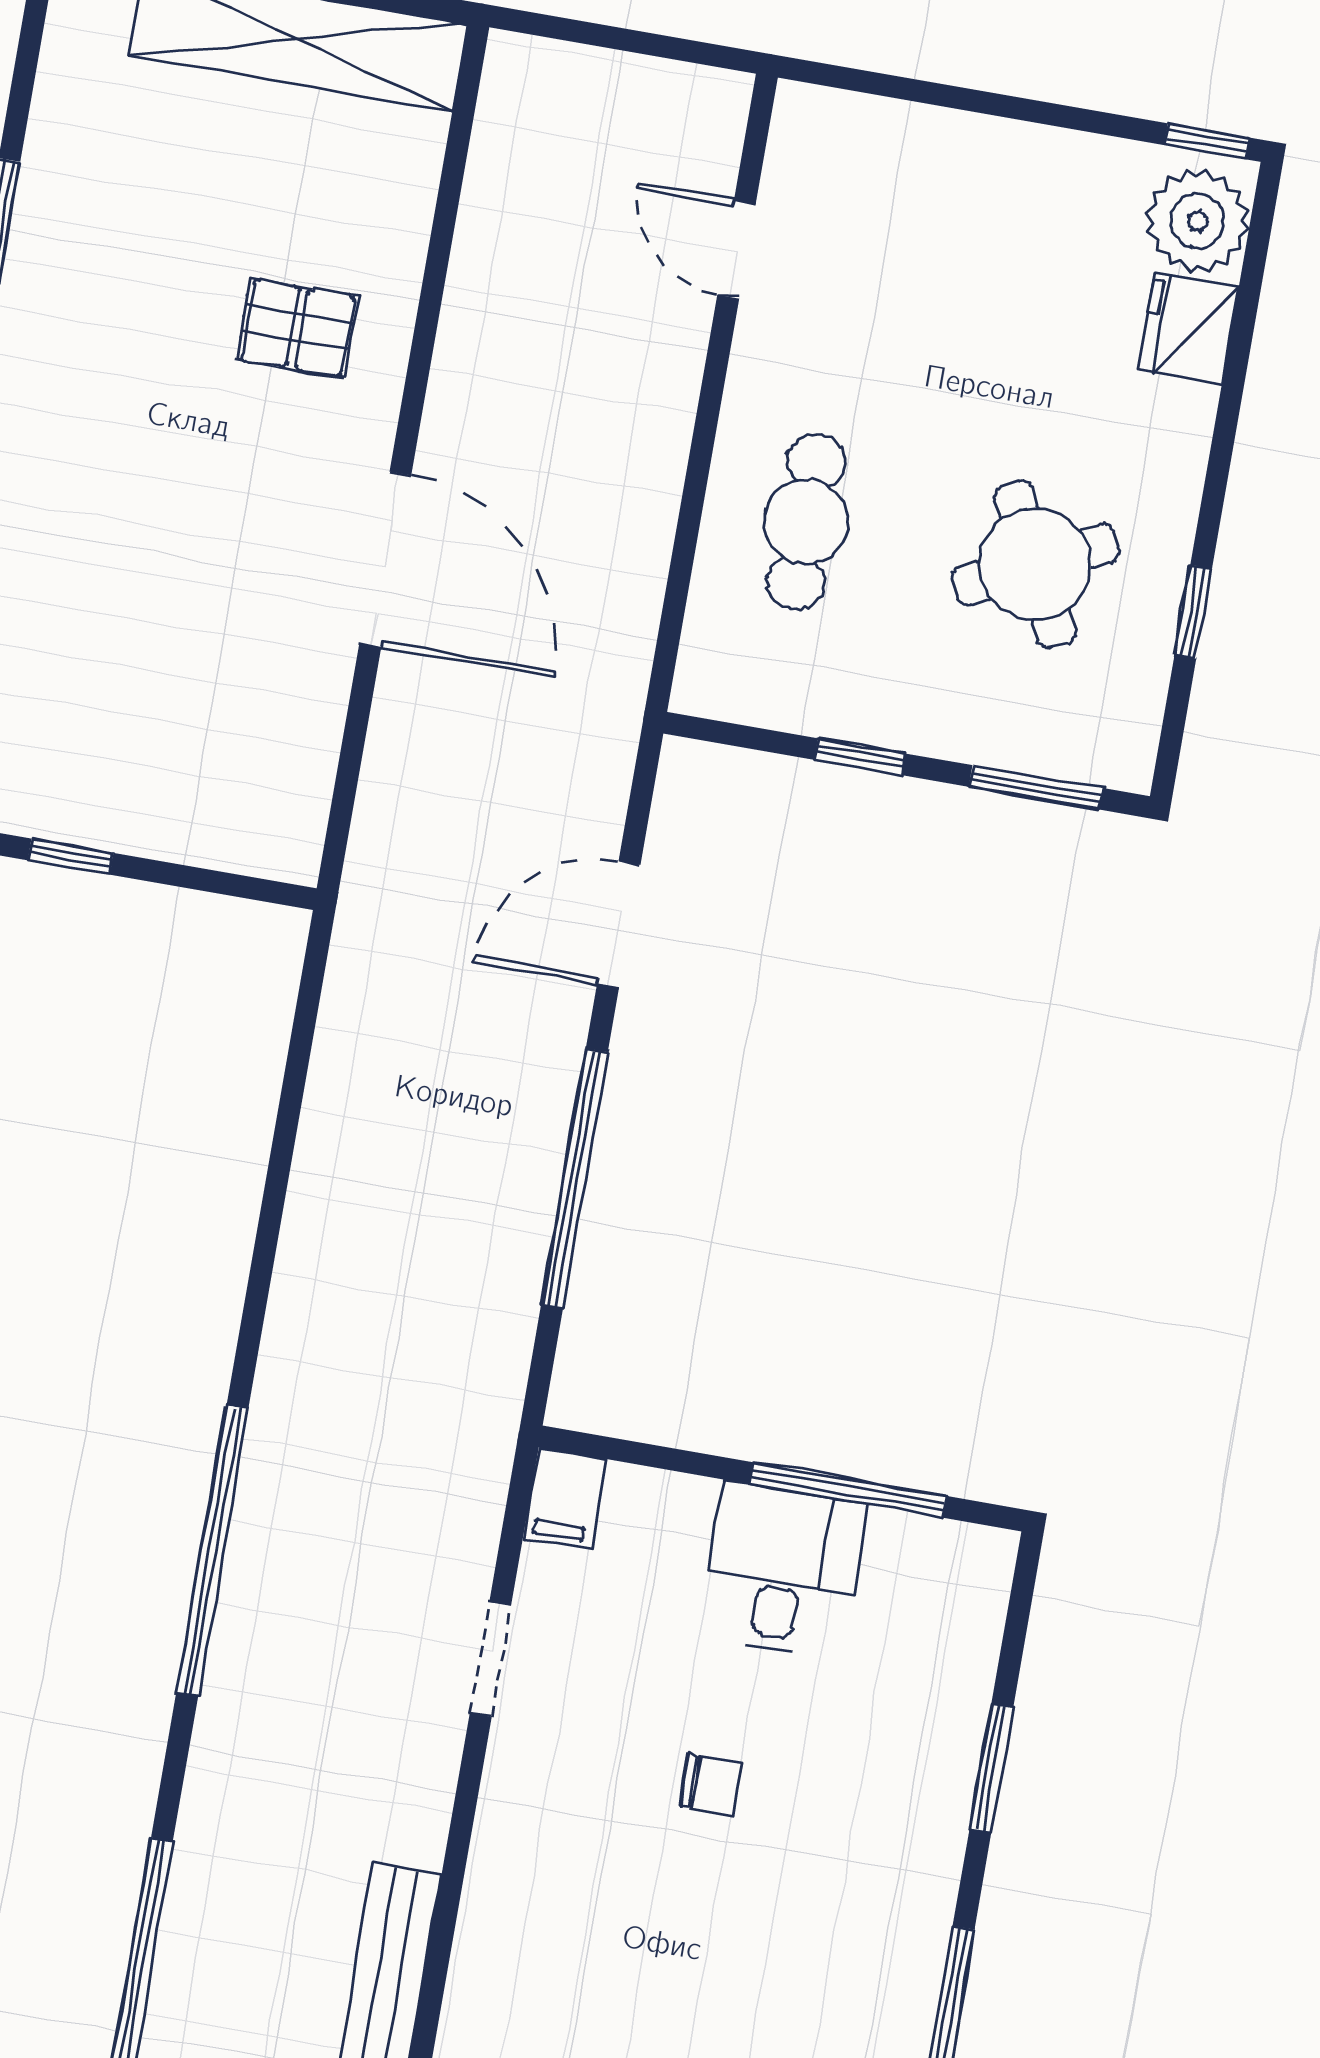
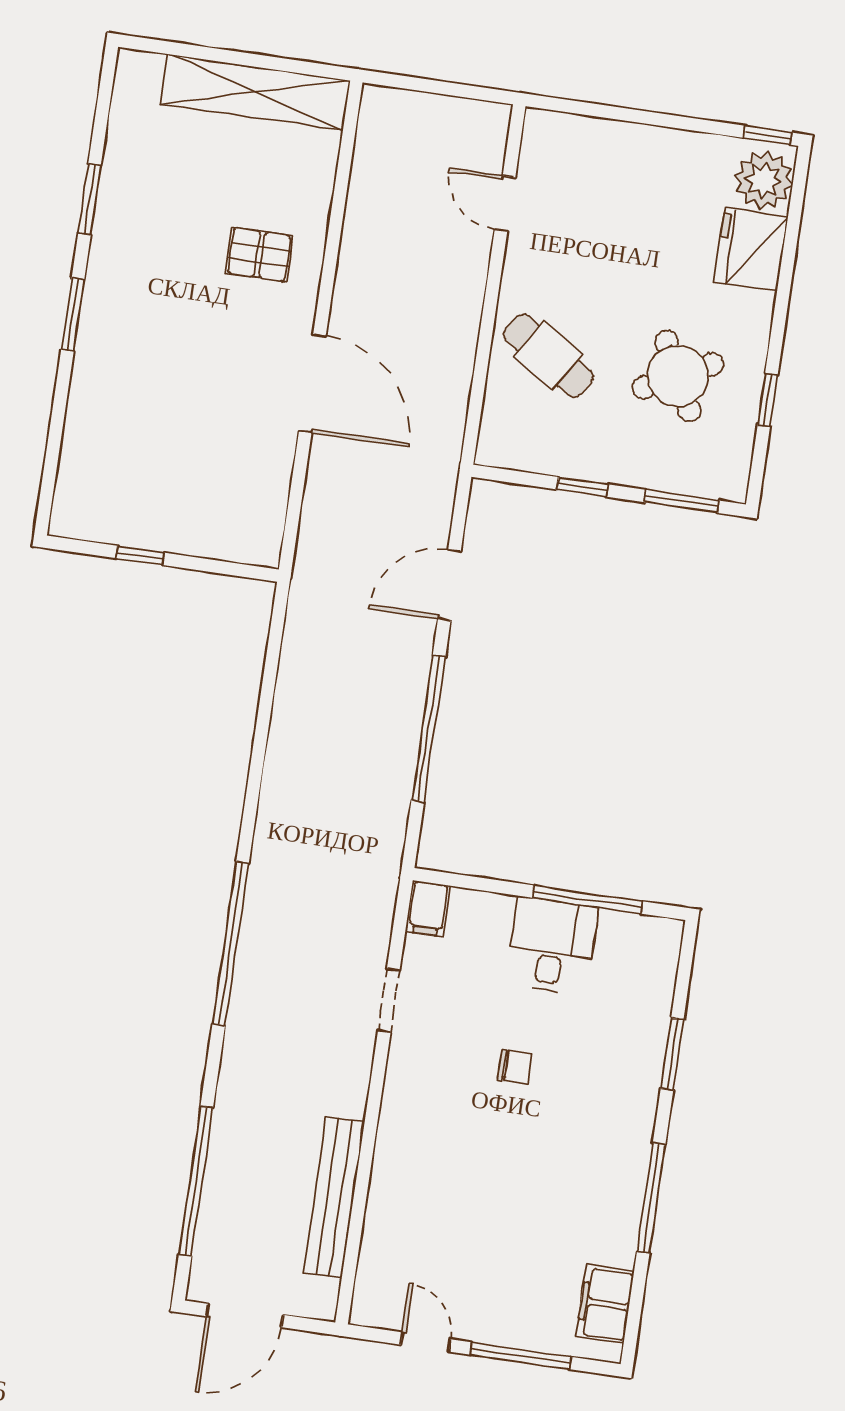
fridge: (1188, 328) -> (751, 249), width x1.36, depth x1.34
cafe table: (806, 522) -> (548, 356), turned -57

